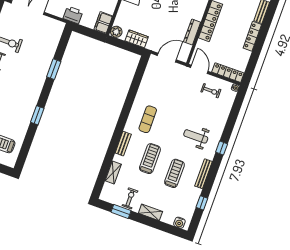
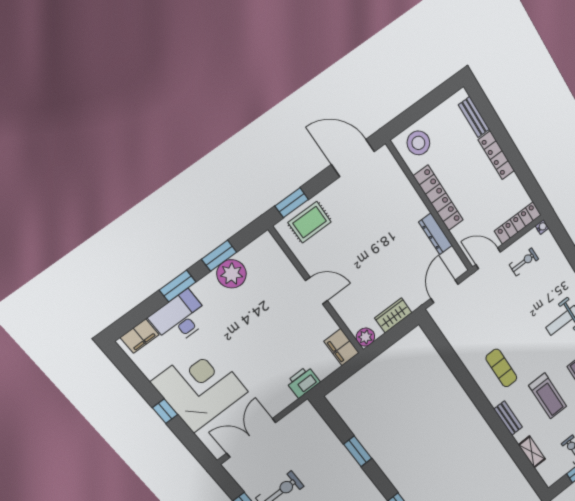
treadmill: (150, 159) -> (548, 396), turned 180

